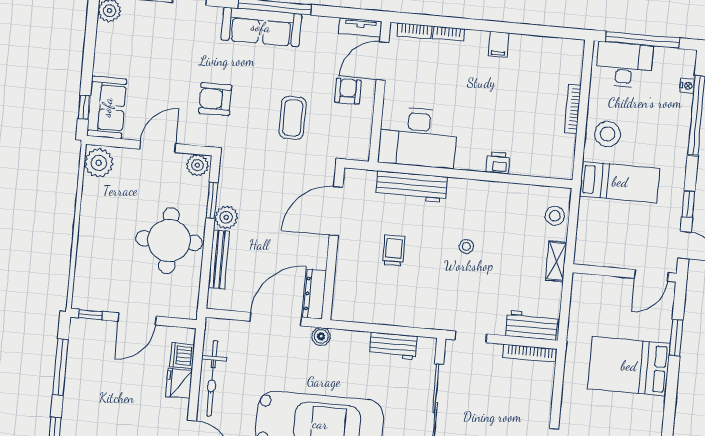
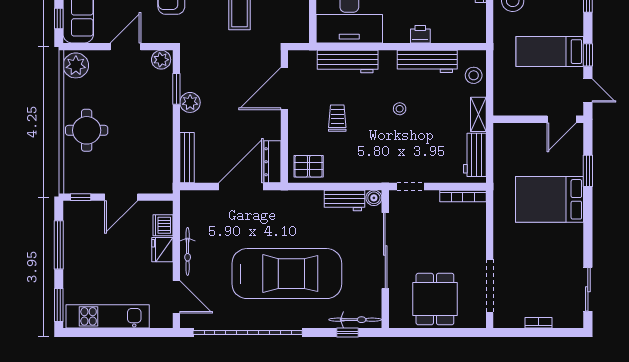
bed: (620, 182) -> (550, 52), moved, turned 180
workbench: (503, 195) -> (427, 61), added
round table: (169, 241) -> (87, 130), moved, width x0.73, depth x0.73
bench: (219, 259) -> (187, 158), moved
pallet: (356, 303) -> (309, 166), added
workbench: (532, 325) -> (475, 155), moved, turned -90
boiler: (321, 336) -> (374, 198), moved
bicycle: (212, 378) -> (188, 251), width x0.73, depth x0.71

